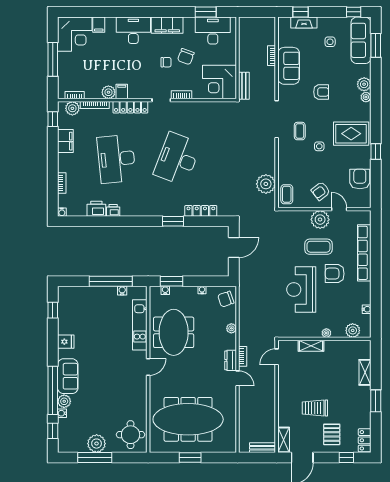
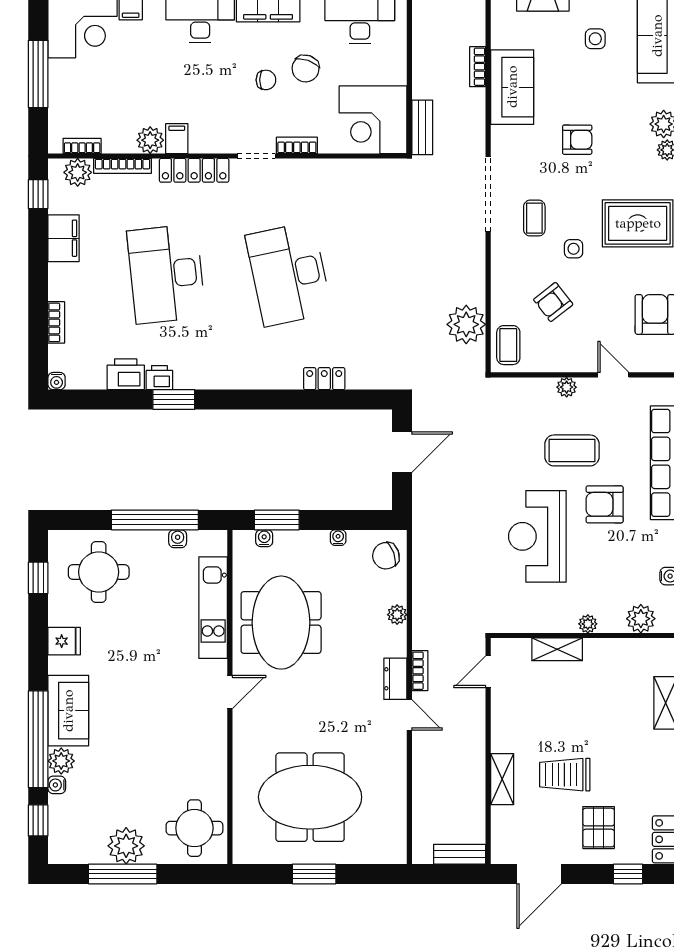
desk: (177, 159) -> (289, 274), turned -33
armchair: (321, 191) -> (553, 302), moved
locker: (201, 211) -> (324, 379), width x0.66
plant: (320, 220) -> (567, 387), width x0.53, depth x0.53
window: (173, 221) -> (174, 399), moved
round table: (83, 307) -> (99, 572), added
meeting table: (188, 419) -> (310, 797), width x0.73
shelving: (284, 440) -> (502, 779), moved

